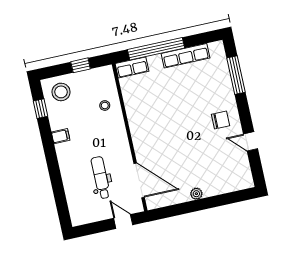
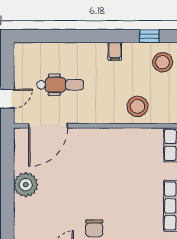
stool: (105, 105) -> (137, 106), width x1.89, depth x1.89
plant: (196, 194) -> (26, 185), width x1.88, depth x1.88

